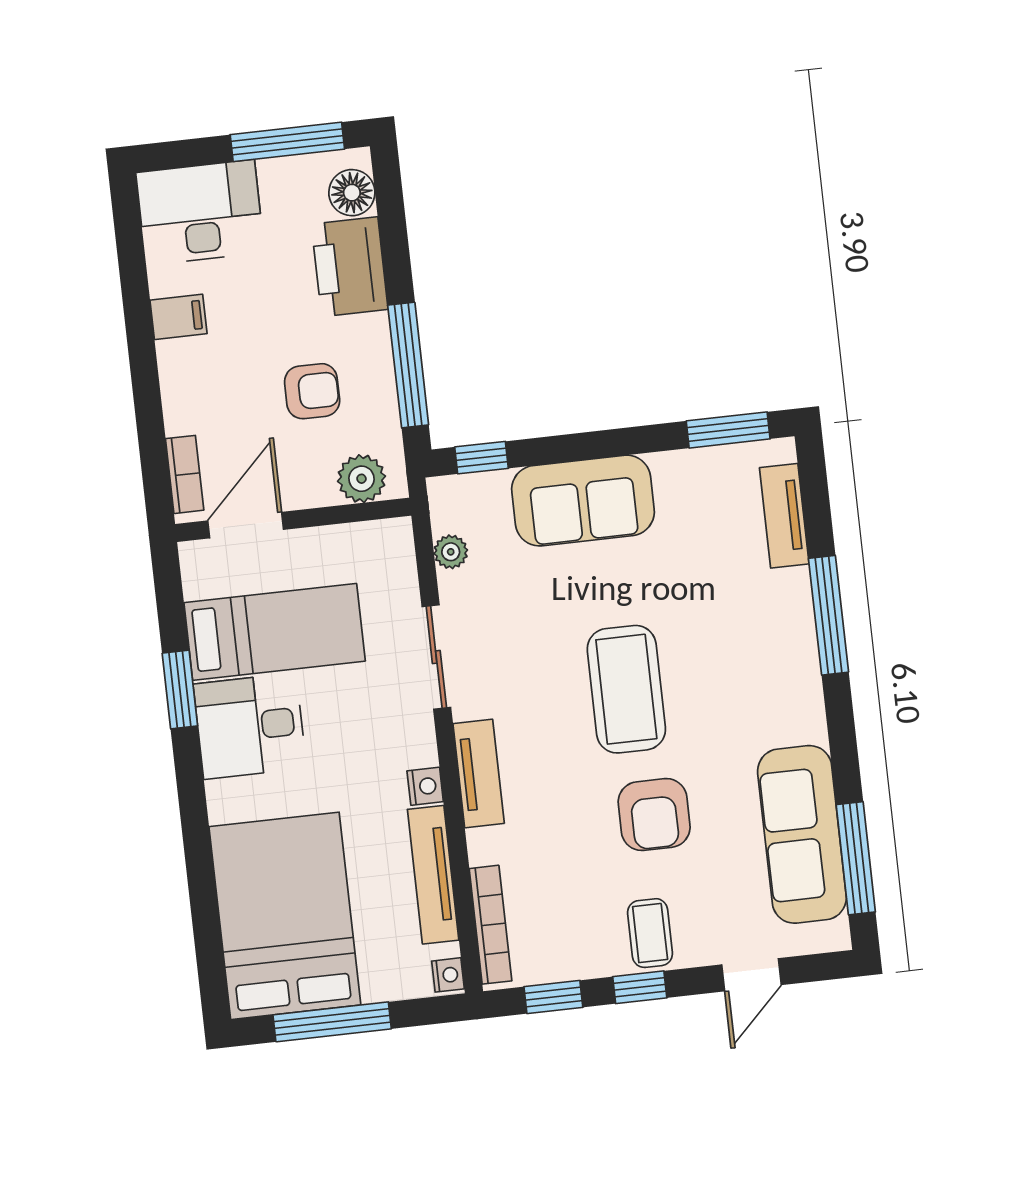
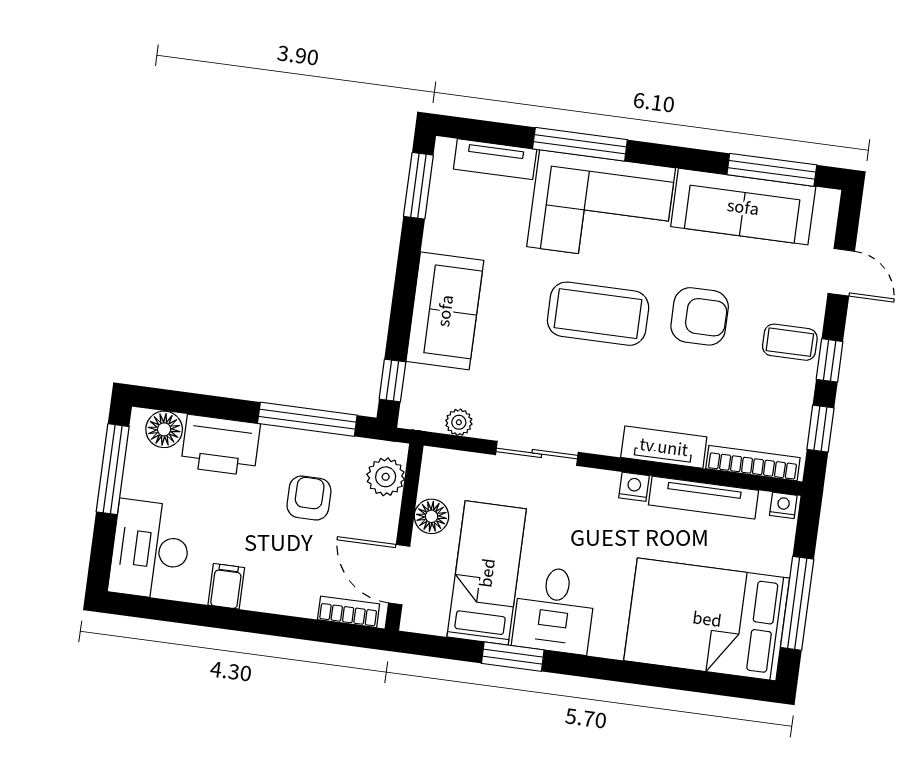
floor lamp: (327, 547) -> (431, 516), added
corner sofa: (758, 660) -> (601, 207), added
tv unit: (479, 773) -> (664, 447), moved

